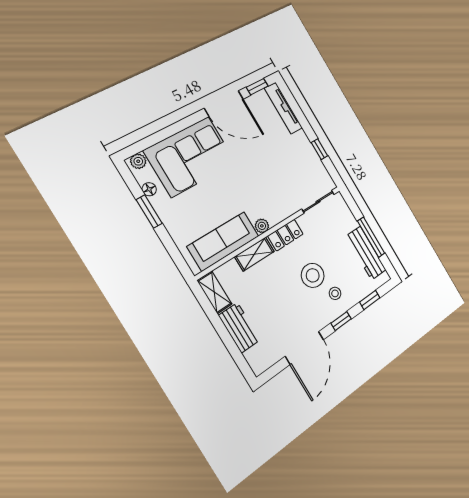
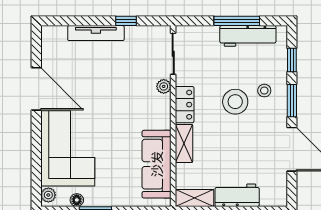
window: (257, 87) -> (36, 47), removed
door: (224, 104) -> (36, 89), hinge flipped
tv unit: (283, 108) -> (96, 33), moved
plant: (262, 226) -> (164, 86), moved
window: (341, 321) -> (292, 101), width x1.50

